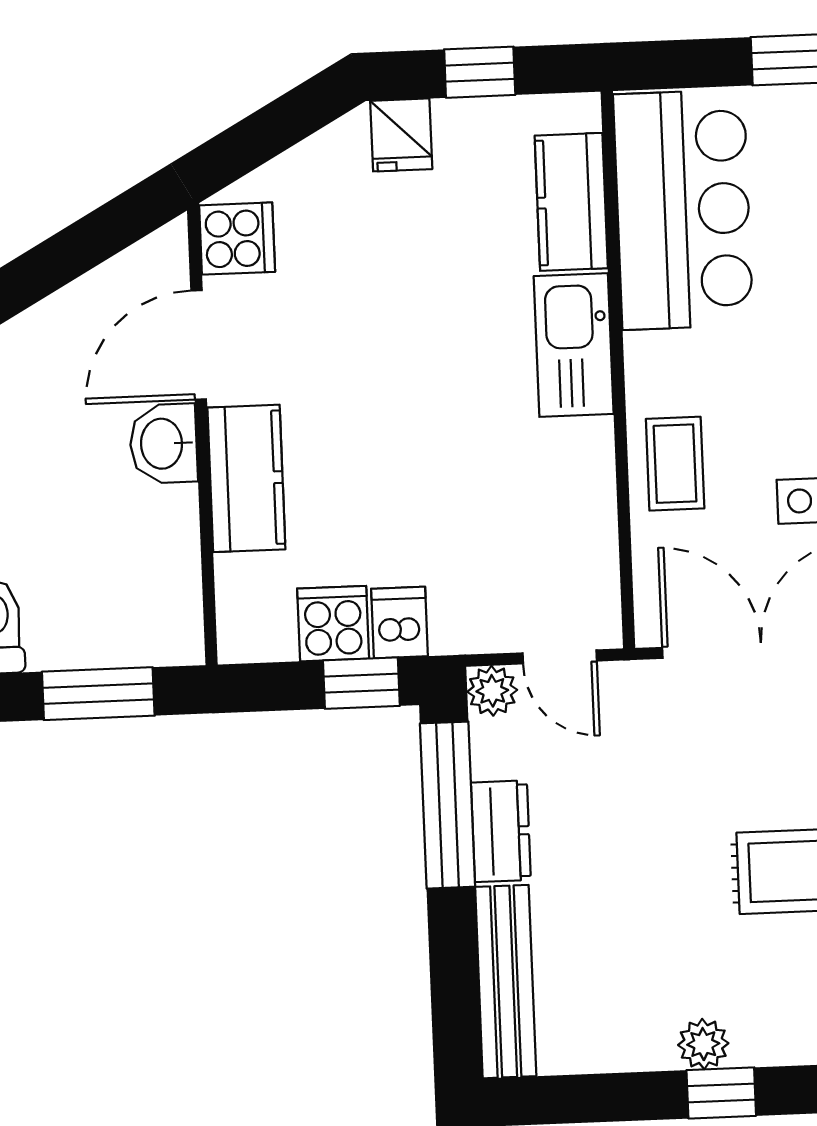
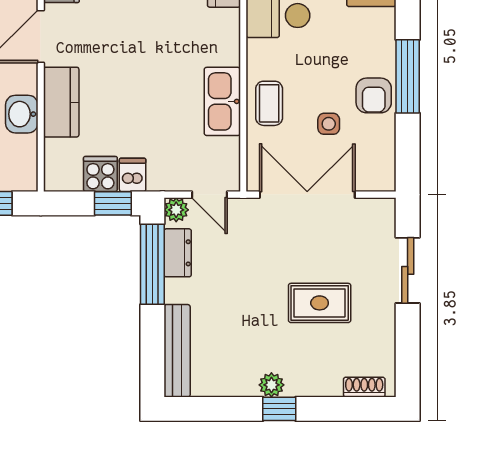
kitchen sink: (574, 345) -> (222, 101), moved
washbasin: (163, 444) -> (22, 114), moved
dresser: (501, 831) -> (178, 253), moved

